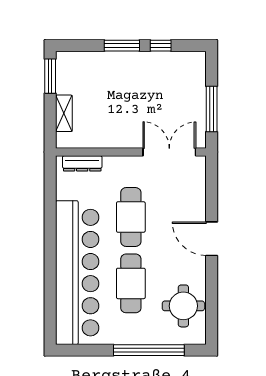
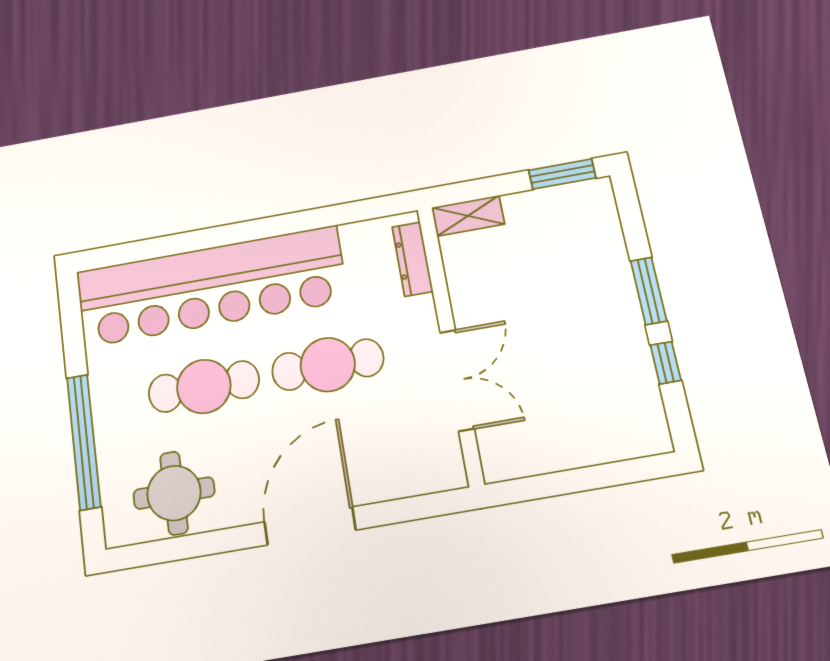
window: (212, 109) -> (564, 483), removed
shelving: (64, 113) -> (468, 216), moved
double door: (169, 152) -> (457, 380), moved
door: (212, 239) -> (310, 526), width x1.36

